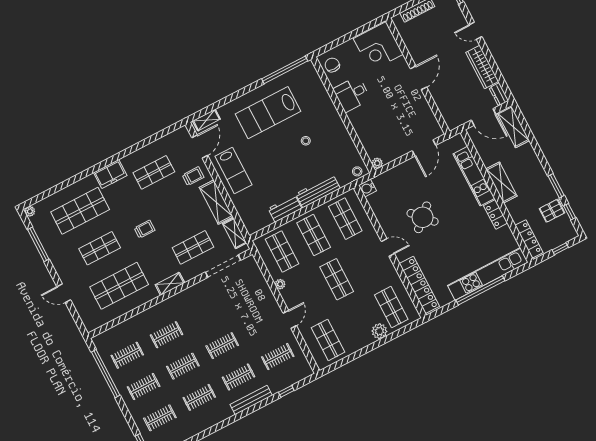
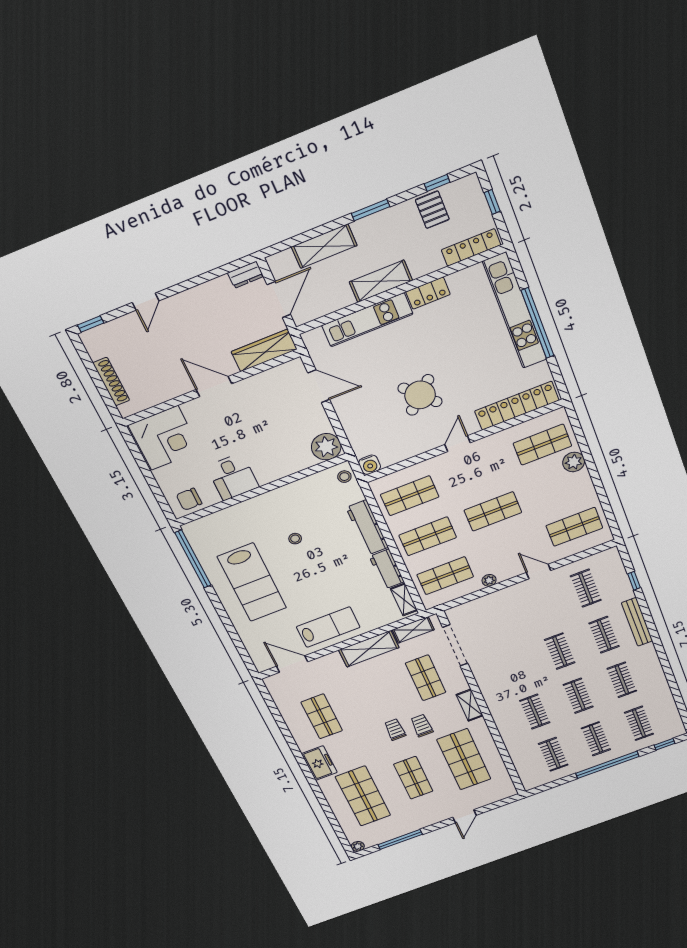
wardrobe: (482, 67) -> (264, 350), moved, turned 180
shelving: (206, 120) -> (404, 600), moved
shelving: (513, 127) -> (324, 246), moved
plant: (377, 163) -> (326, 447), width x1.87, depth x1.87
trolley: (193, 176) -> (422, 726), moved
window: (556, 186) -> (371, 210), moved
window: (106, 374) -> (607, 765), moved

